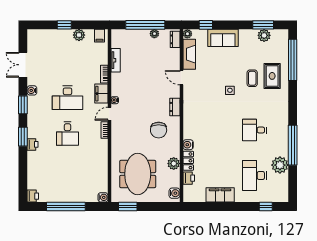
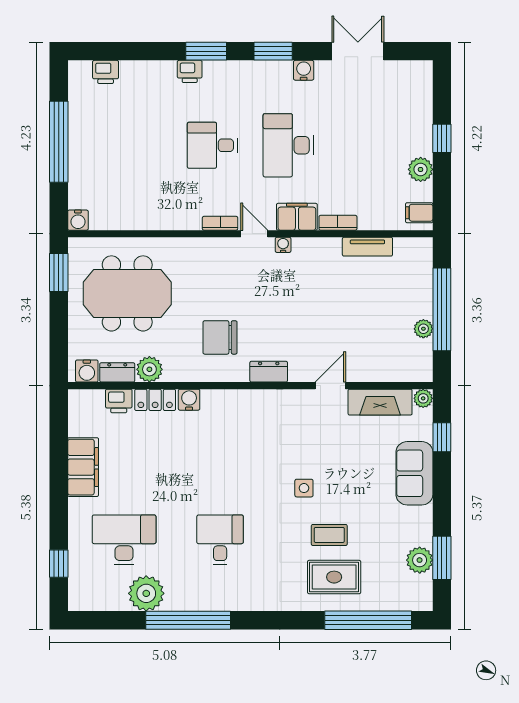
dresser: (175, 39) -> (117, 372), moved
printer: (33, 196) -> (106, 72), moved

